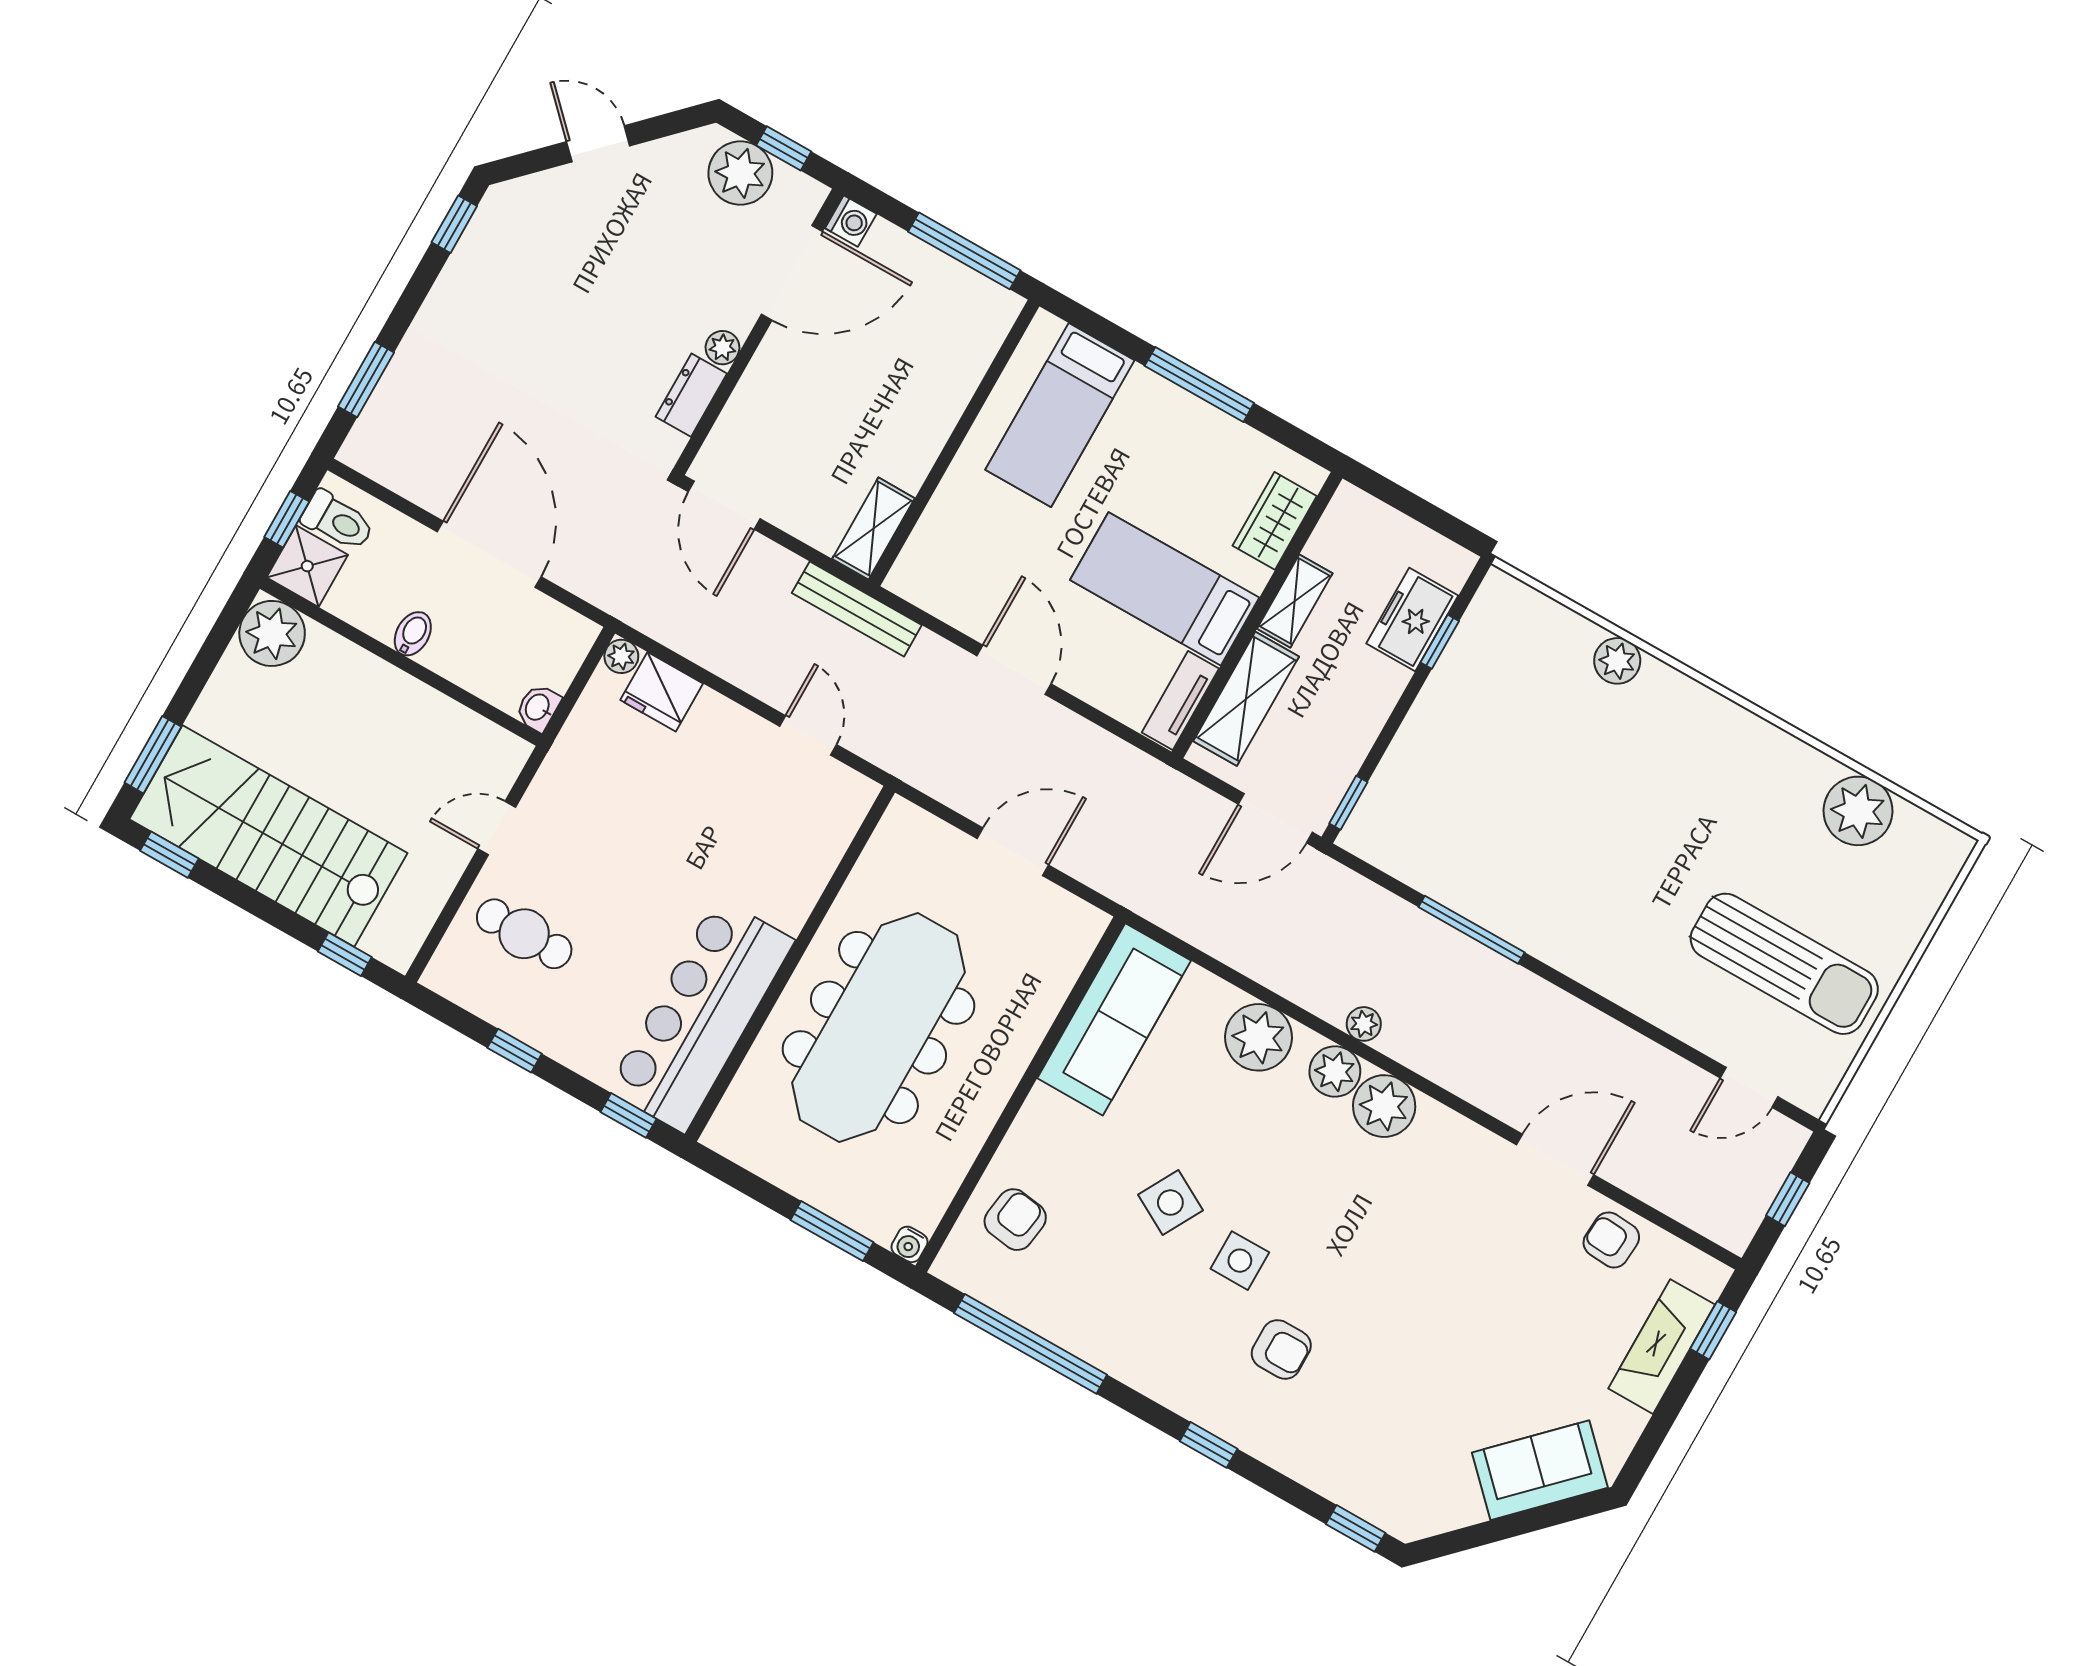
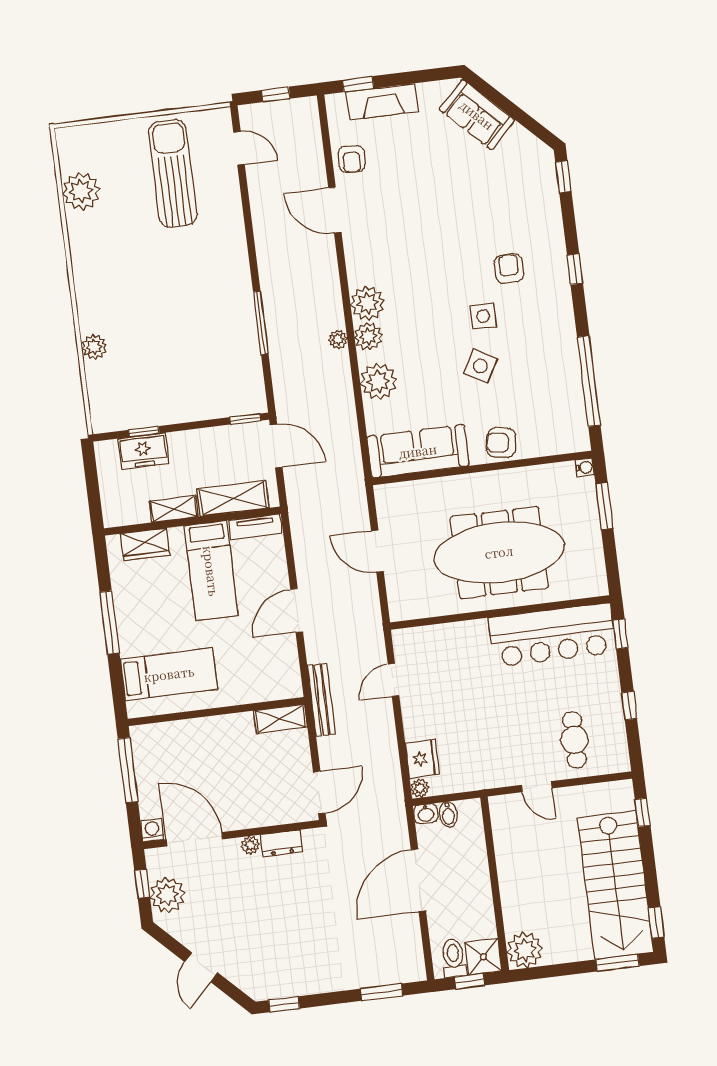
bidet: (413, 634) -> (448, 814), moved, turned -90
washbasin: (538, 708) -> (426, 814), moved
armchair: (1015, 1220) -> (501, 443), moved

